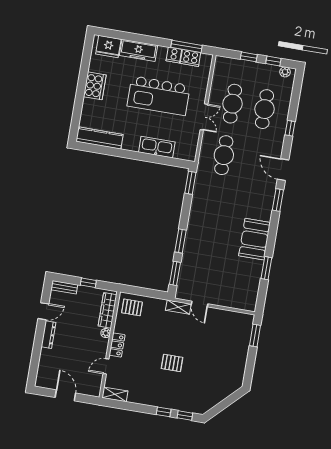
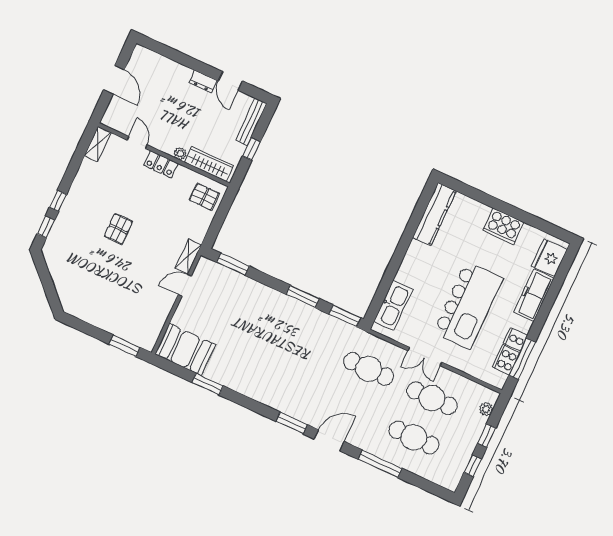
plant: (285, 72) -> (486, 409), moved
kitchen island: (159, 96) -> (468, 305), turned 180
window: (290, 128) -> (380, 464), width x2.17
kitchen sink: (157, 147) -> (393, 305), moved
booth: (255, 239) -> (185, 349), moved
window: (180, 241) -> (303, 296), moved
bench: (64, 287) -> (251, 122), width x1.36
pallet: (132, 307) -> (204, 197), turned 90
dresser: (48, 335) -> (203, 81), width x0.70
door: (65, 395) -> (114, 80), hinge flipped

